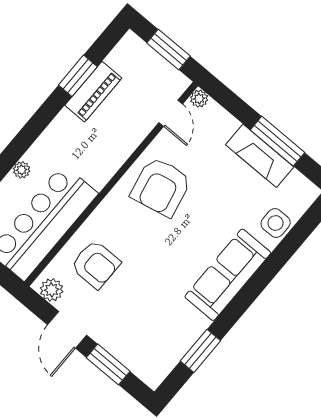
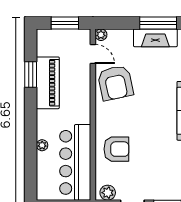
piano: (93, 92) -> (48, 83), width x1.37, depth x1.33
armchair: (161, 187) -> (115, 83), moved
armchair: (96, 264) -> (116, 149), moved

